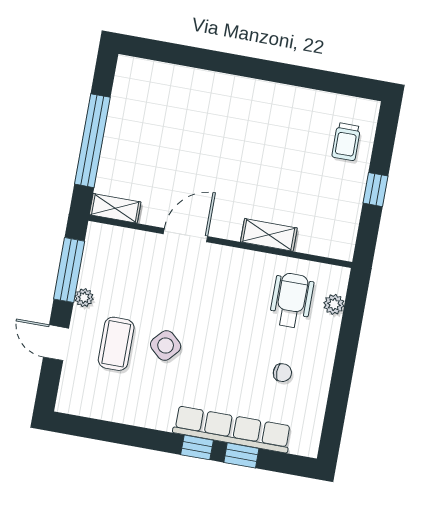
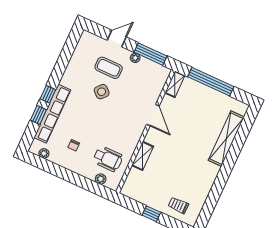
shelving: (194, 83) -> (226, 139), added
plant: (313, 426) -> (44, 153), added

